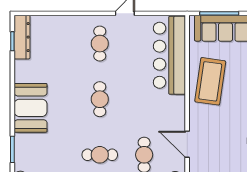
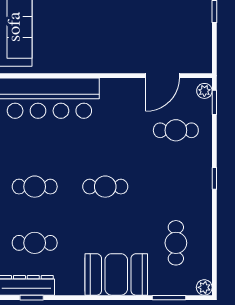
cafe table: (55, 44) -> (35, 243), added
coffee table: (210, 81) -> (83, 46), removed
cafe table: (100, 155) -> (176, 243), moved

